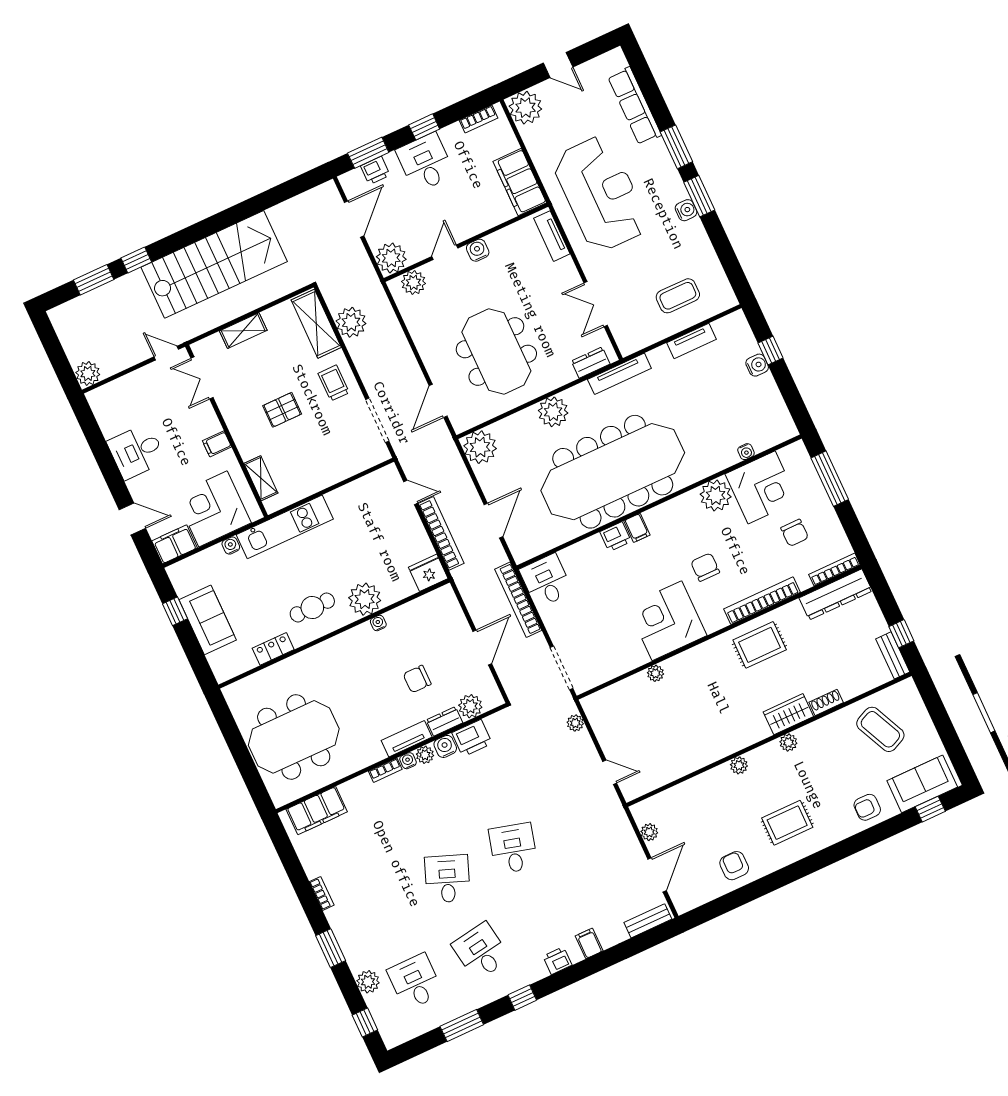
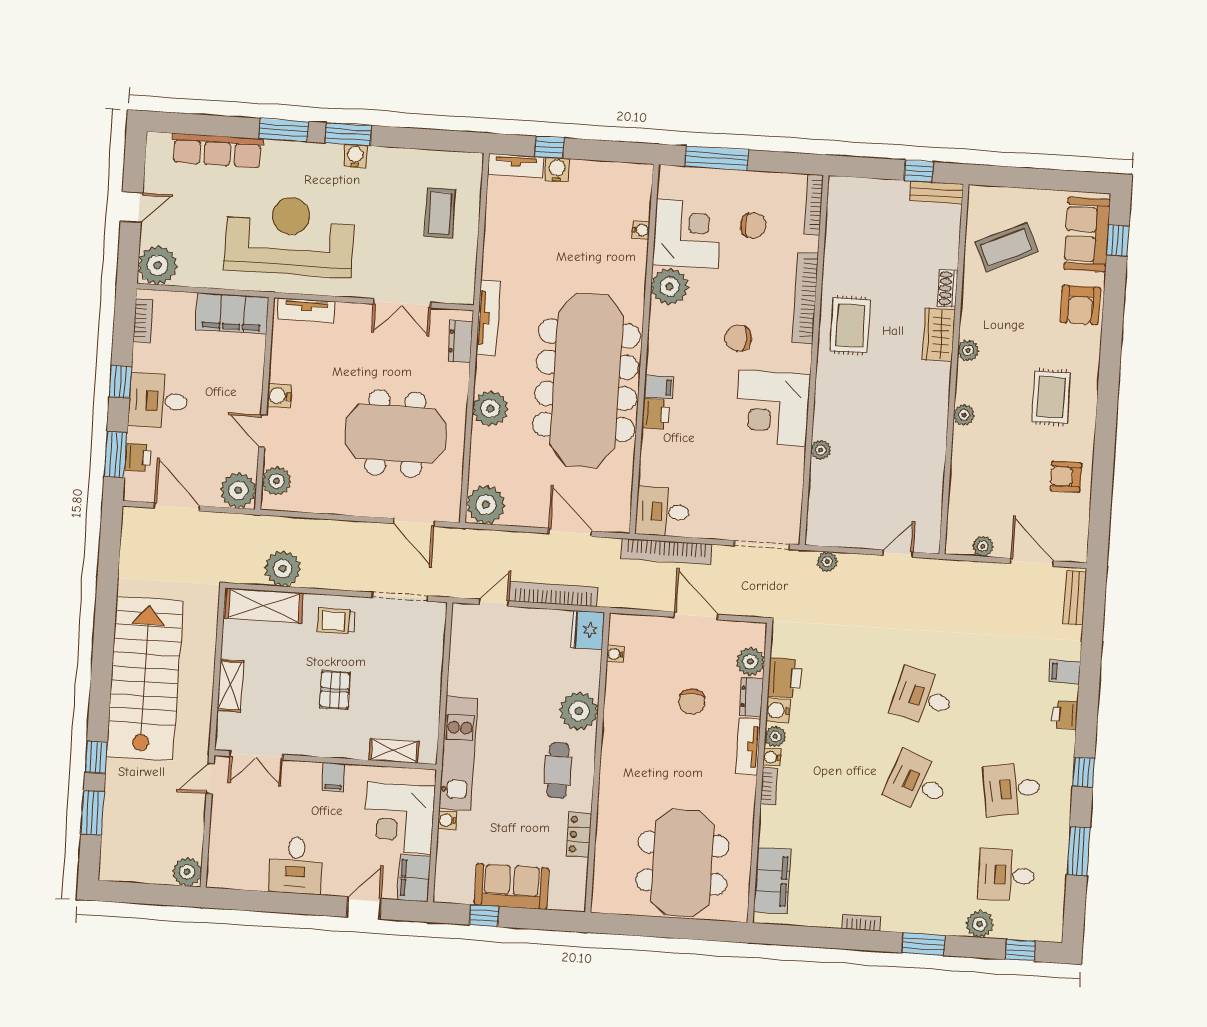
tv unit: (692, 341) -> (516, 166), moved, turned 90
dresser: (836, 594) -> (841, 217), removed
water cooler: (378, 623) -> (615, 654), moved
armchair: (867, 807) -> (1080, 305), width x1.38, depth x1.38

